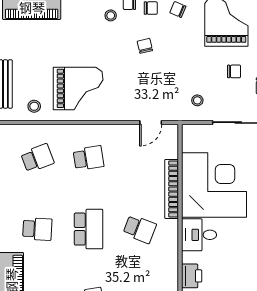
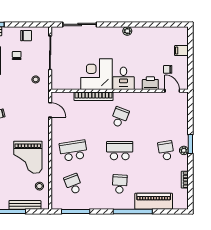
grand piano: (78, 88) -> (28, 157), turned 180
school desk: (88, 158) -> (73, 151), width x1.85
corner desk: (214, 185) -> (97, 74), width x0.74, depth x0.74

